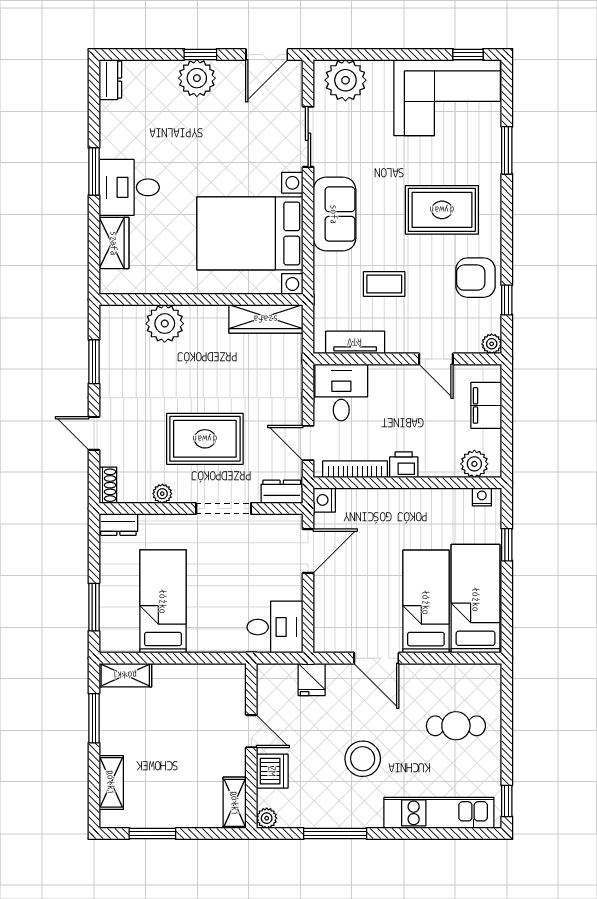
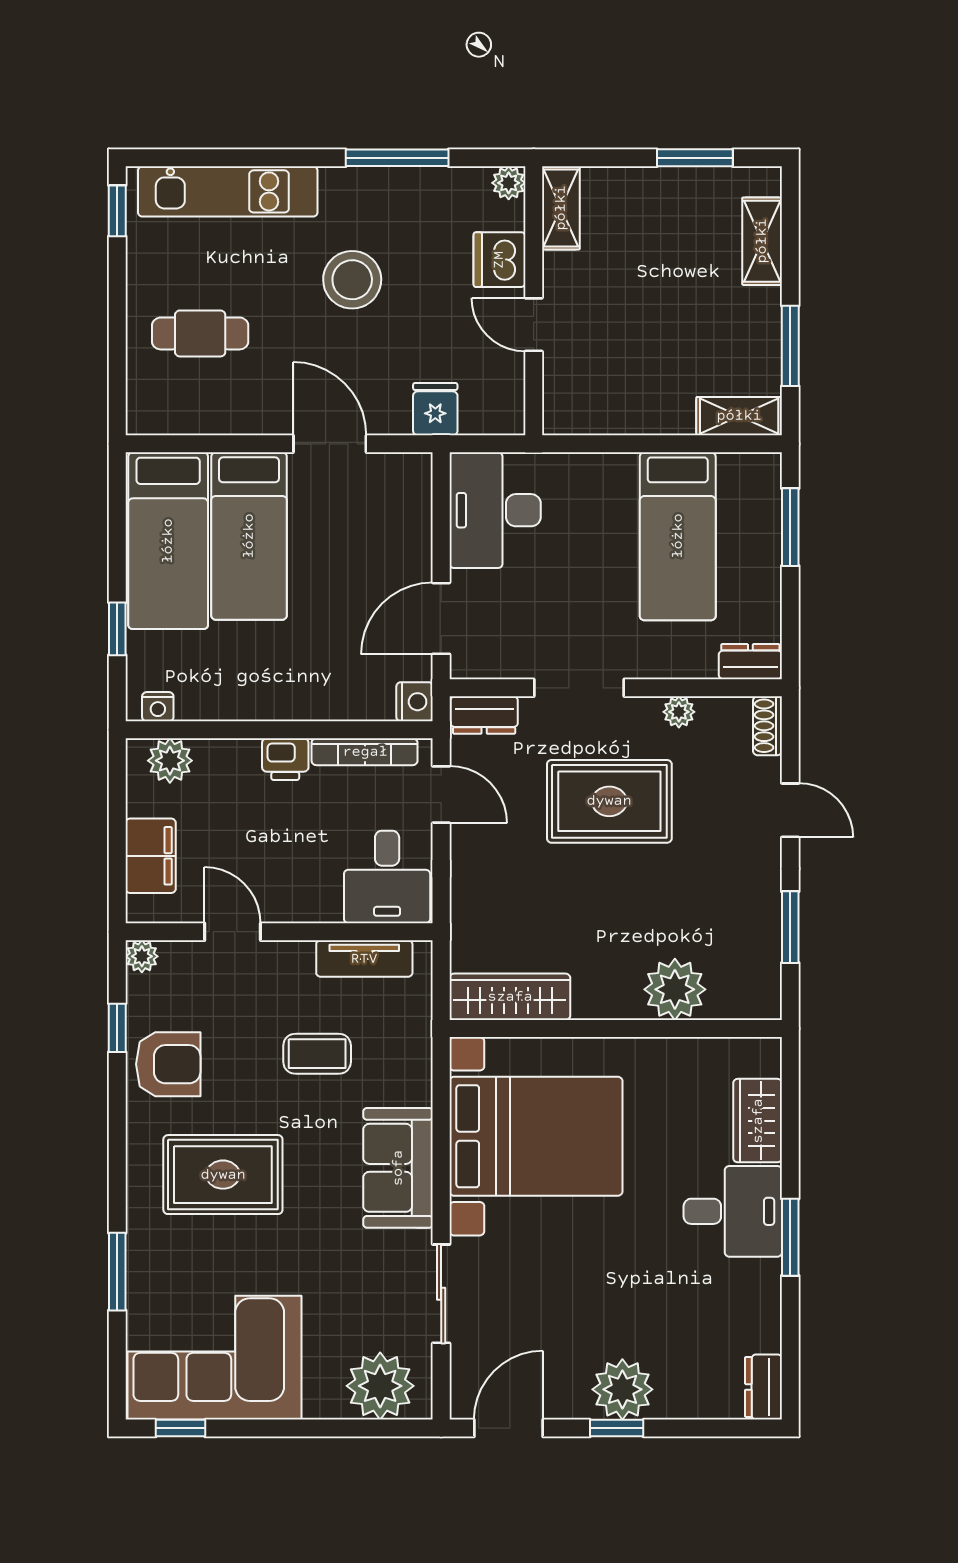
desk: (275, 627) -> (495, 510), width x1.37

